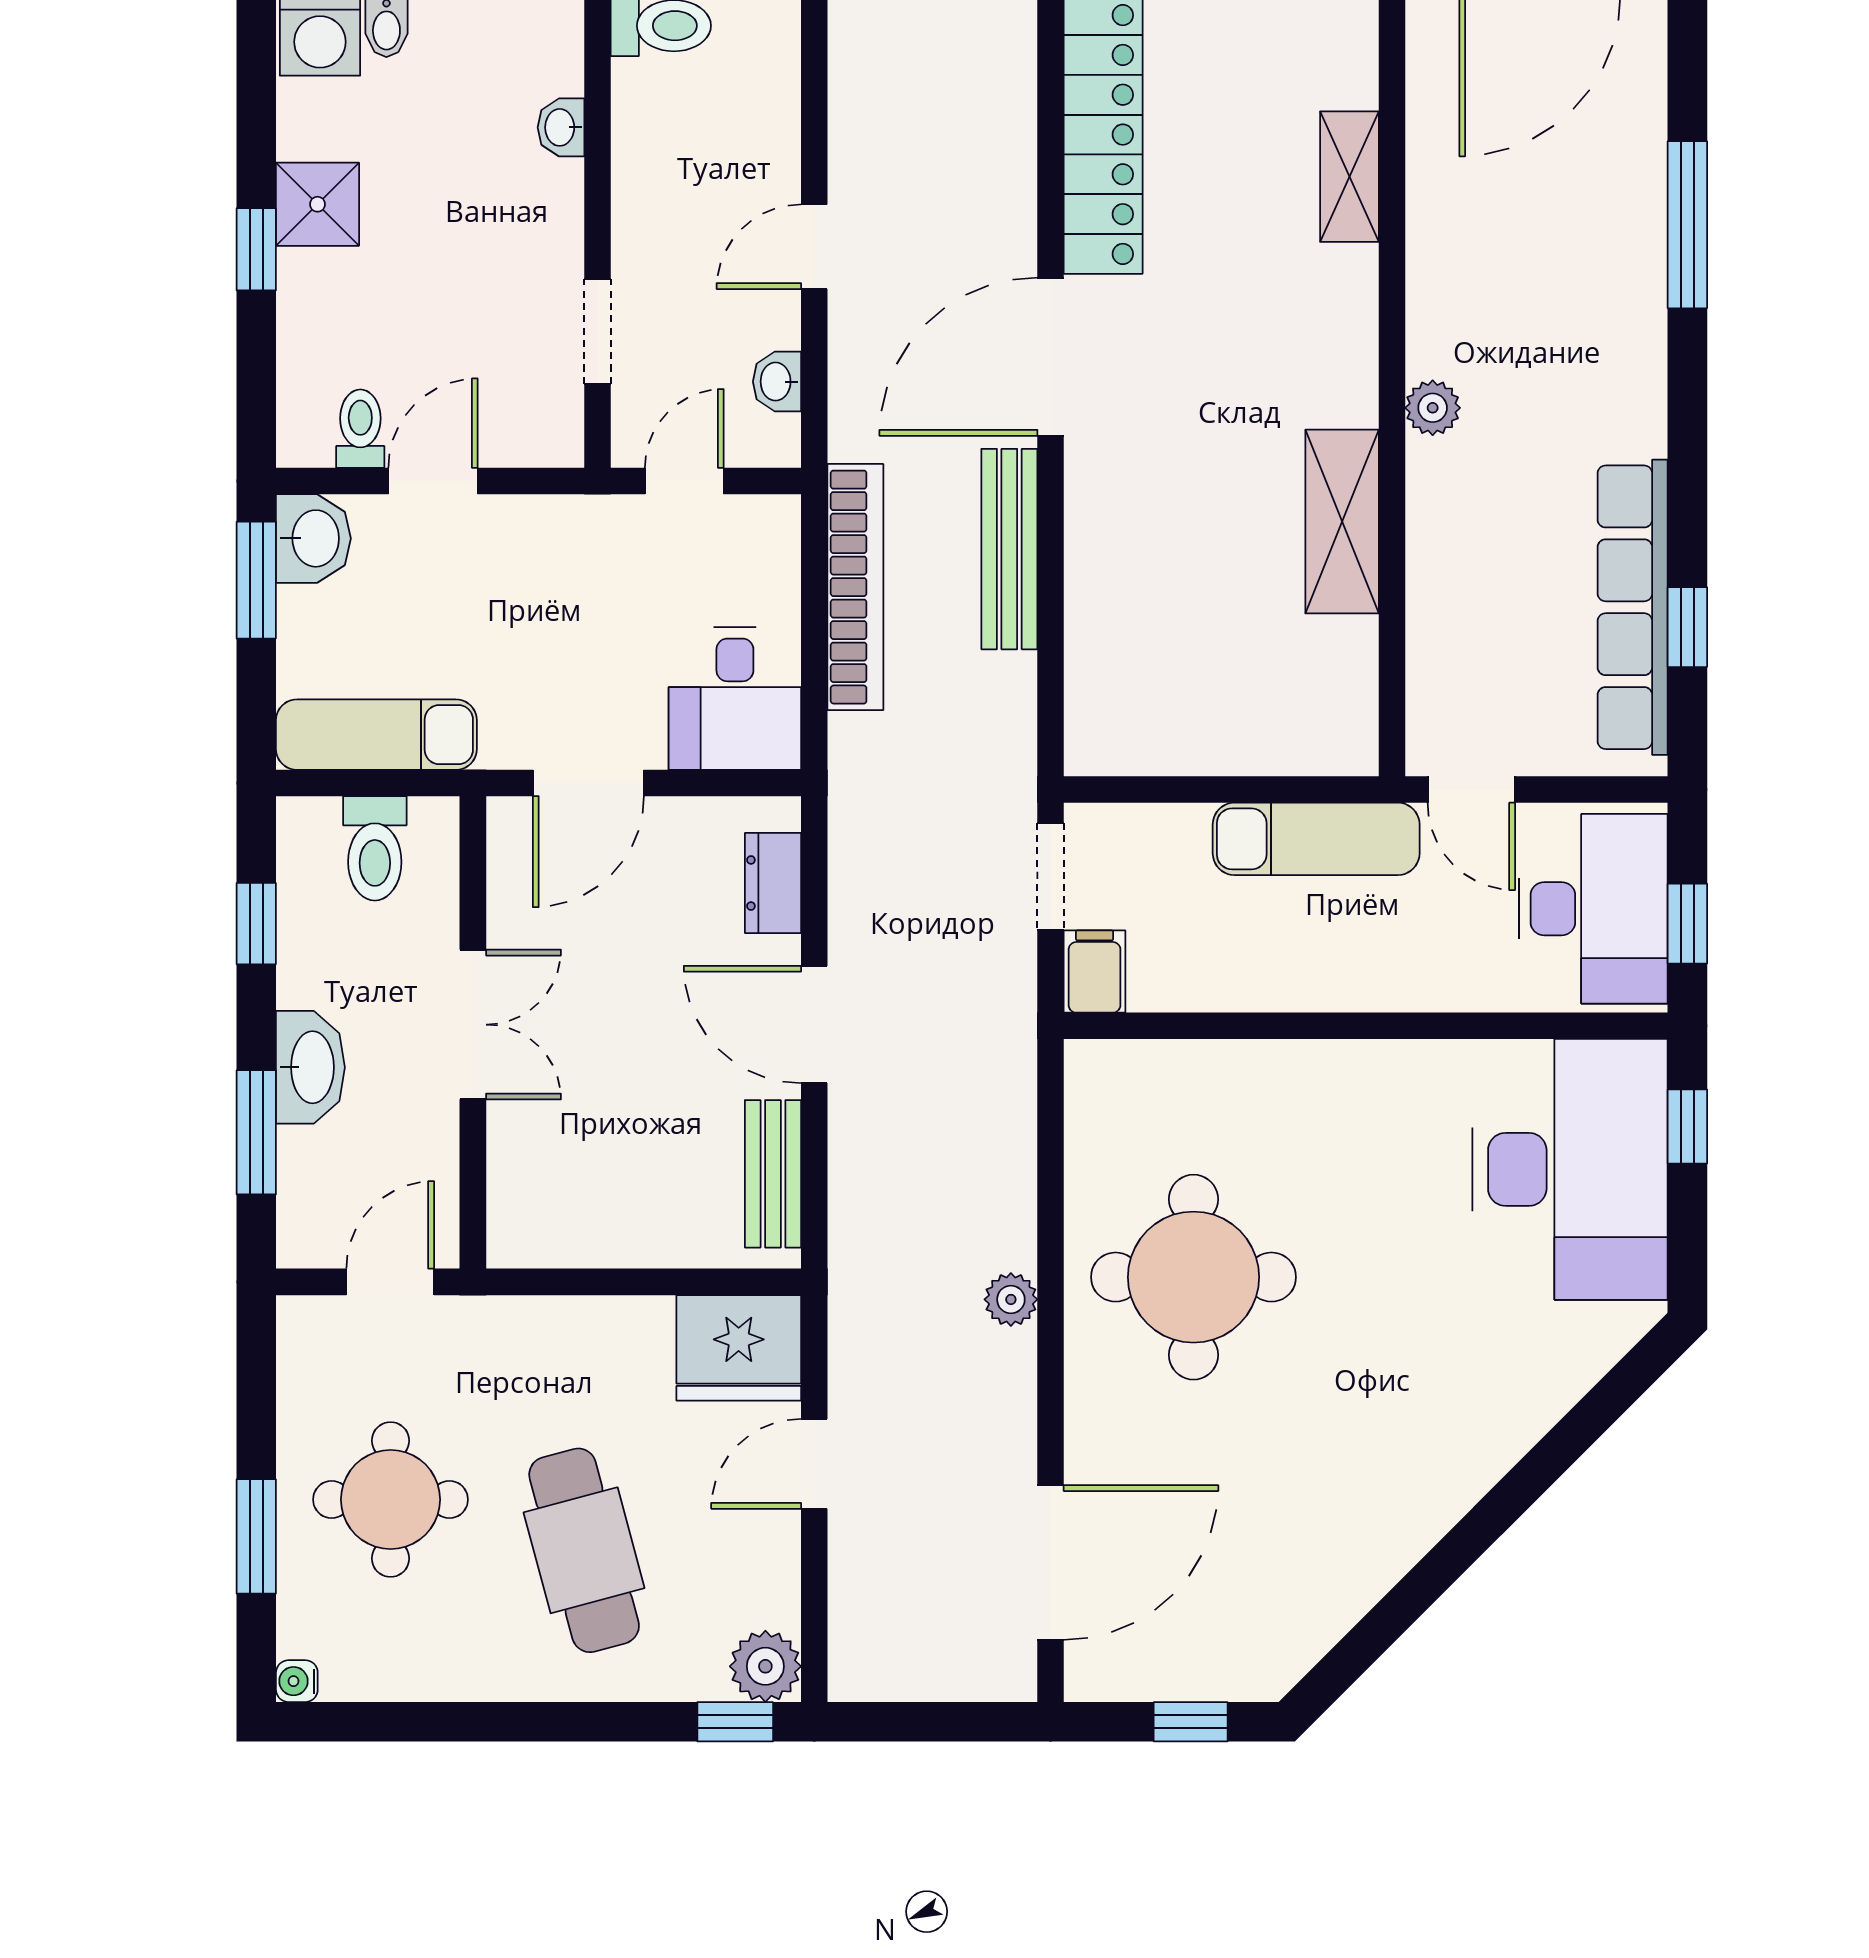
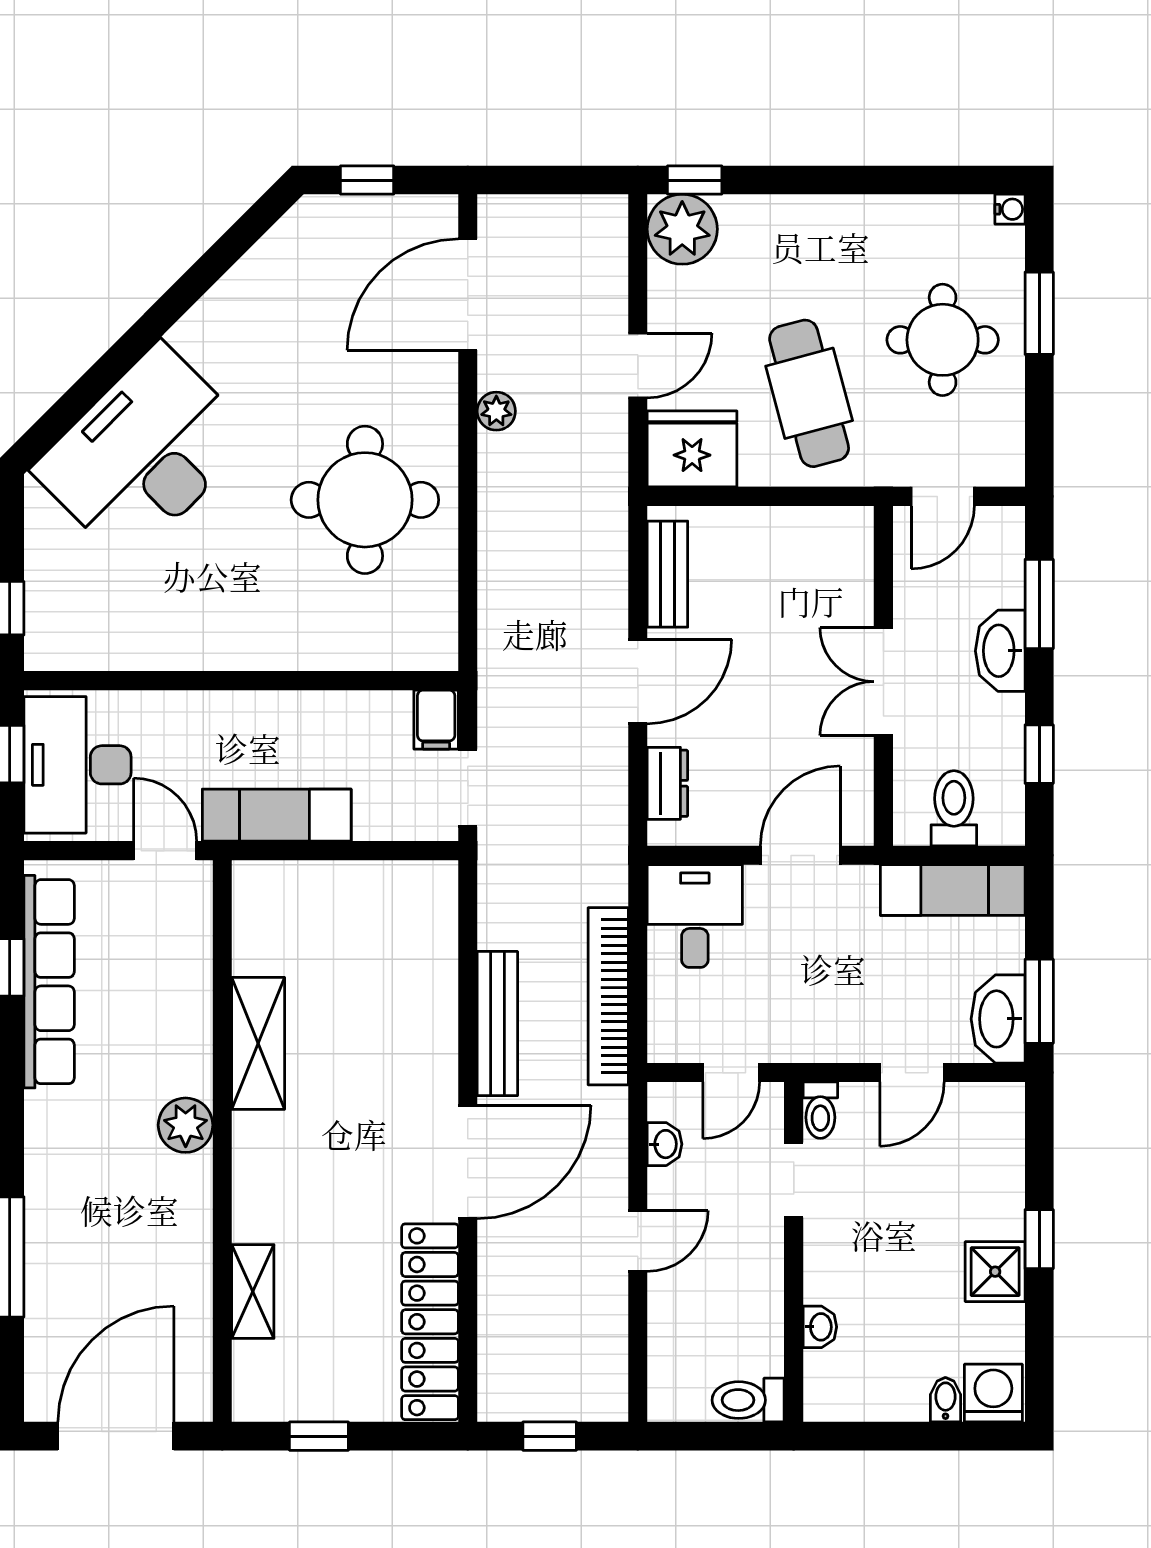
plant: (1433, 408) -> (186, 1125), width x1.38, depth x1.38
toilet: (360, 429) -> (820, 1110), moved
washbasin: (313, 538) -> (998, 1019), width x1.38
door: (814, 1024) -> (638, 682), hinge flipped
desk: (1570, 1169) -> (144, 453), moved, turned 45
plant: (1011, 1299) -> (496, 411), moved
cafe table: (584, 1550) -> (809, 393), moved
plant: (765, 1666) -> (682, 229), width x1.36, depth x1.36

